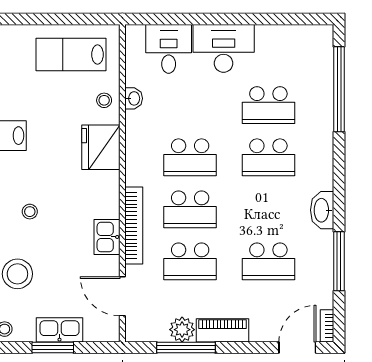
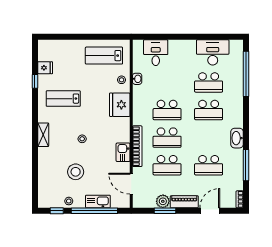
desk: (224, 48) -> (213, 52), moved
window: (53, 348) -> (94, 211), width x2.11
window: (186, 348) -> (165, 211), width x0.69
door: (297, 348) -> (210, 211), moved

